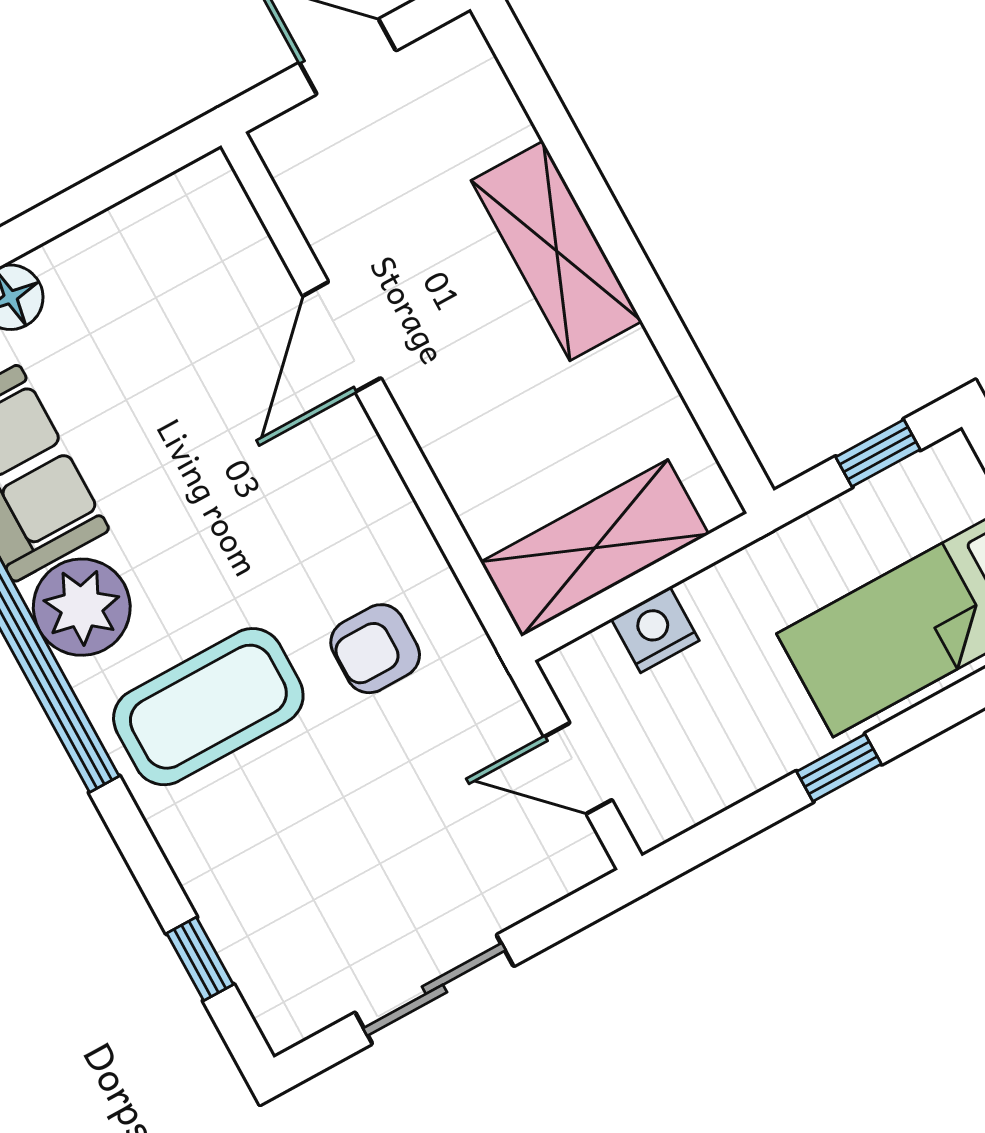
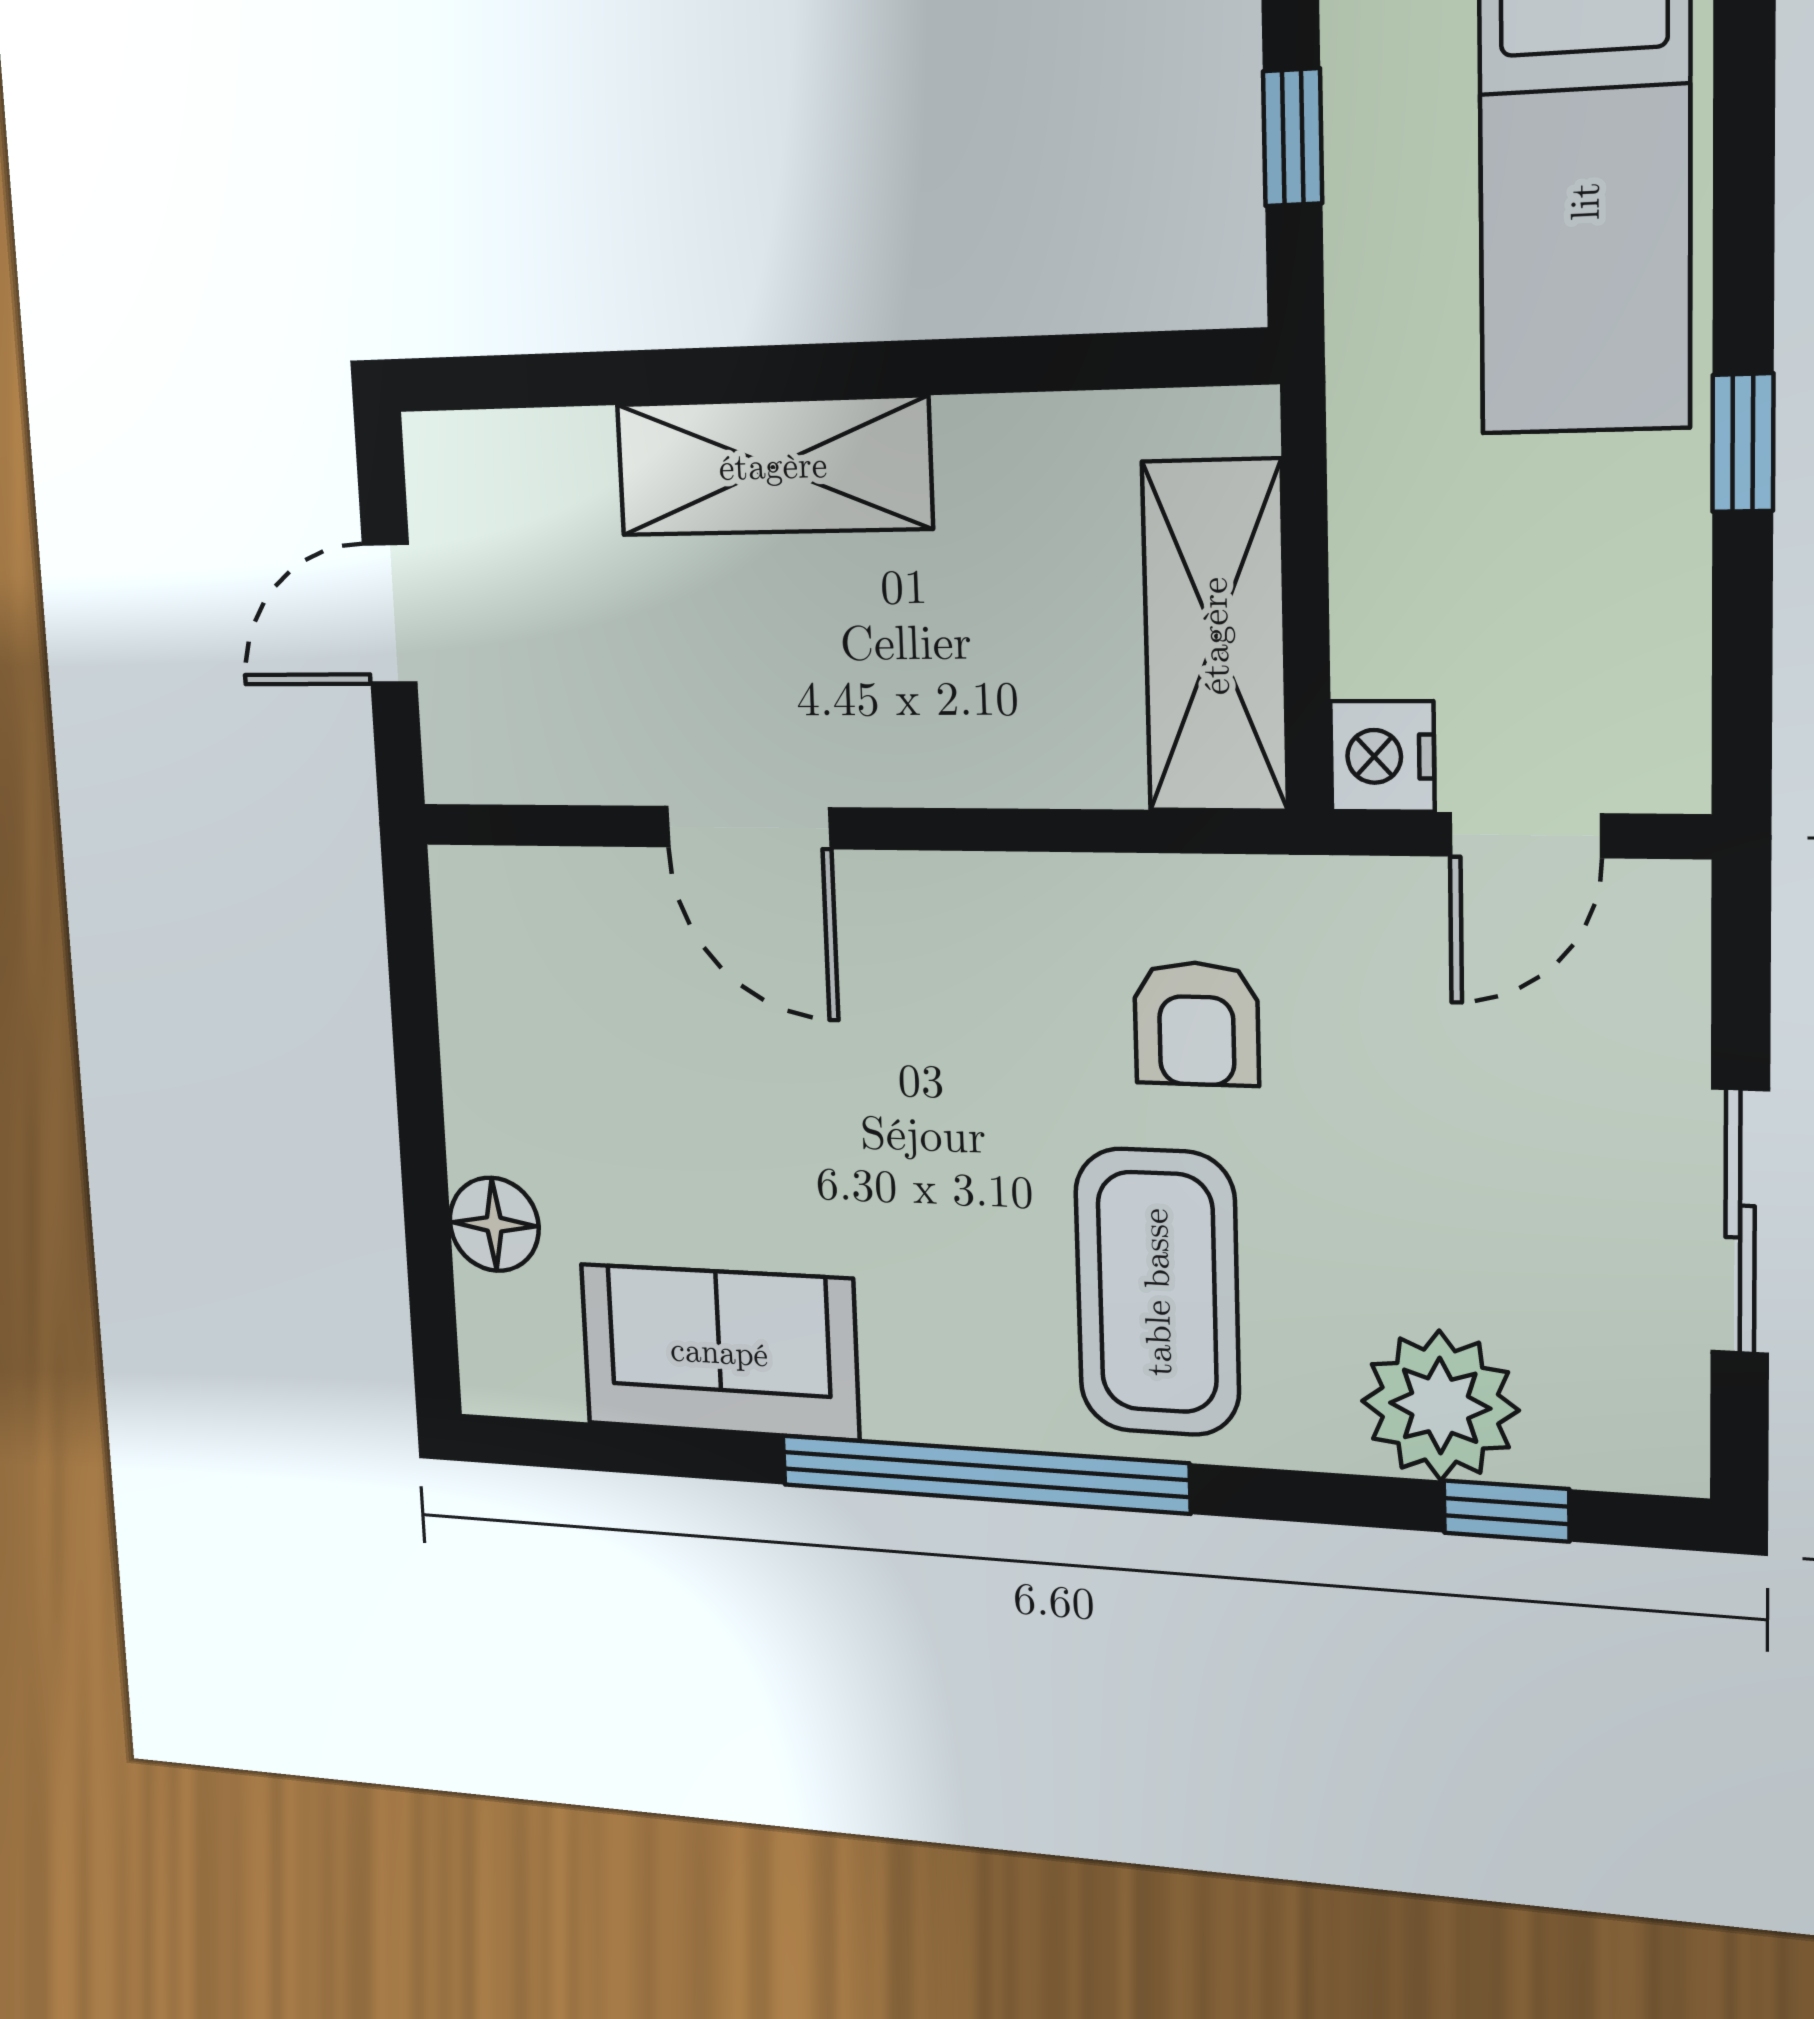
plant: (82, 607) -> (1440, 1406), moved
nightstand: (655, 630) -> (1382, 756), moved

